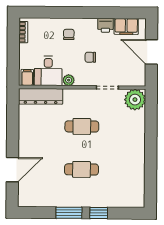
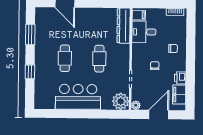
plant: (69, 80) -> (136, 105), moved
bar counter: (130, 153) -> (78, 97), added
window: (69, 213) -> (30, 35), moved

